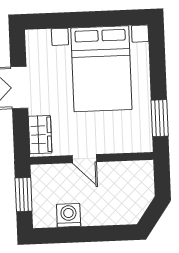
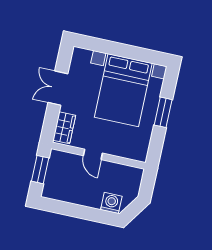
window: (160, 118) -> (163, 112), moved
washing machine: (69, 215) -> (111, 203), moved

